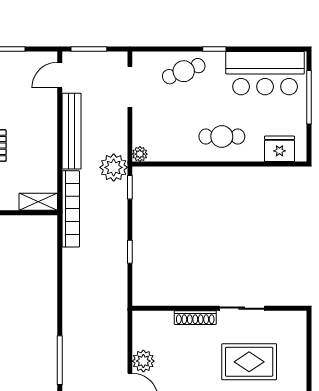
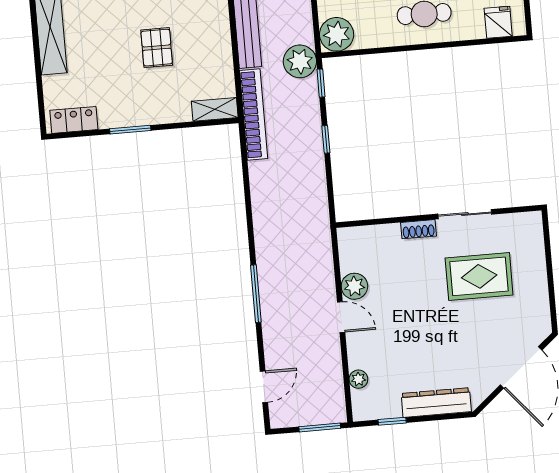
fridge: (279, 149) -> (498, 22), width x0.72
plant: (140, 154) -> (337, 34), width x1.88, depth x1.88
window: (130, 252) -> (326, 139), moved
shoe rack: (195, 318) -> (418, 229), width x0.70

